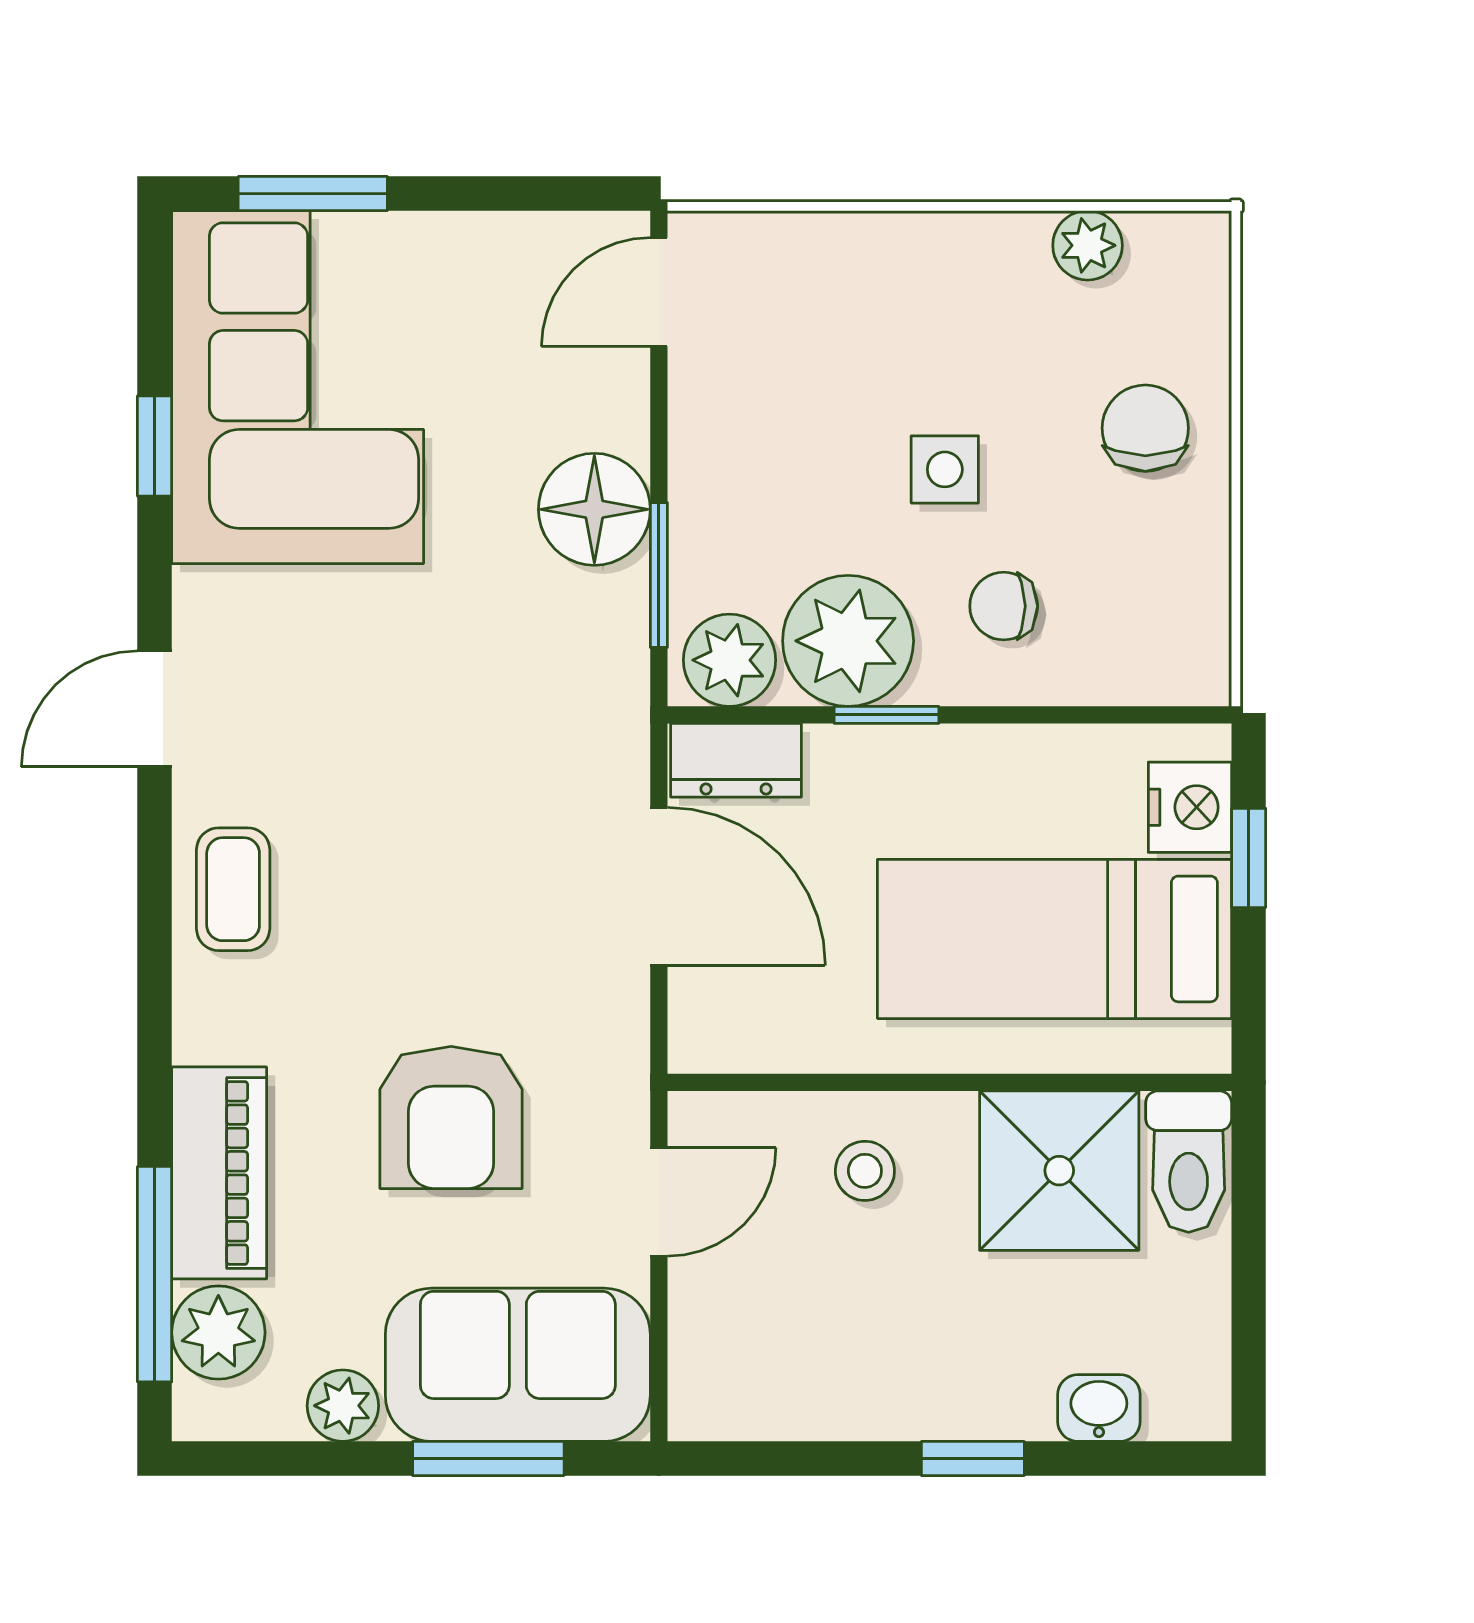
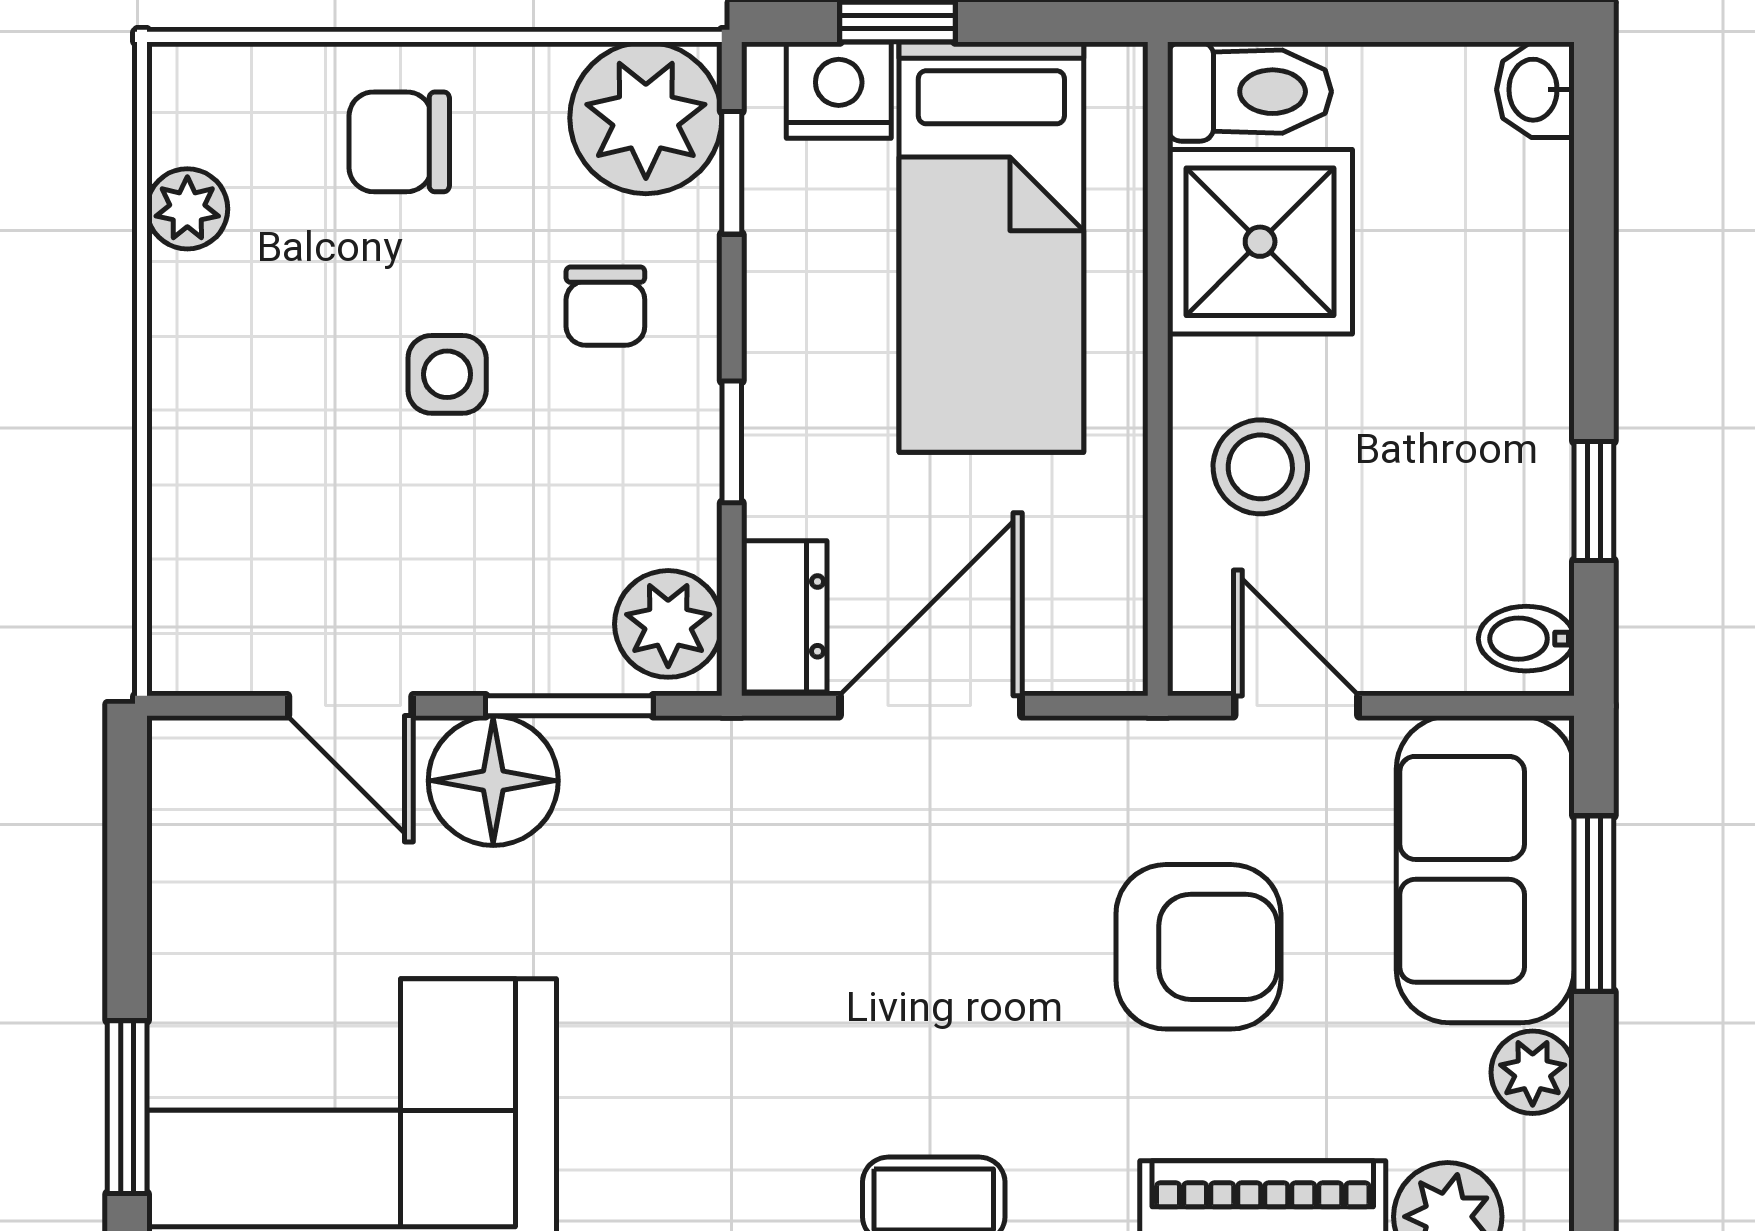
door: (659, 292) -> (350, 706), moved
plant: (848, 641) -> (646, 118), moved
window: (1119, 715) -> (732, 173), added
stool: (865, 1171) -> (1260, 467), width x1.37, depth x1.37
bidet: (717, 1400) -> (1526, 639), added
washbasin: (1099, 1408) -> (1535, 90), moved
window: (973, 1459) -> (1594, 501), moved

